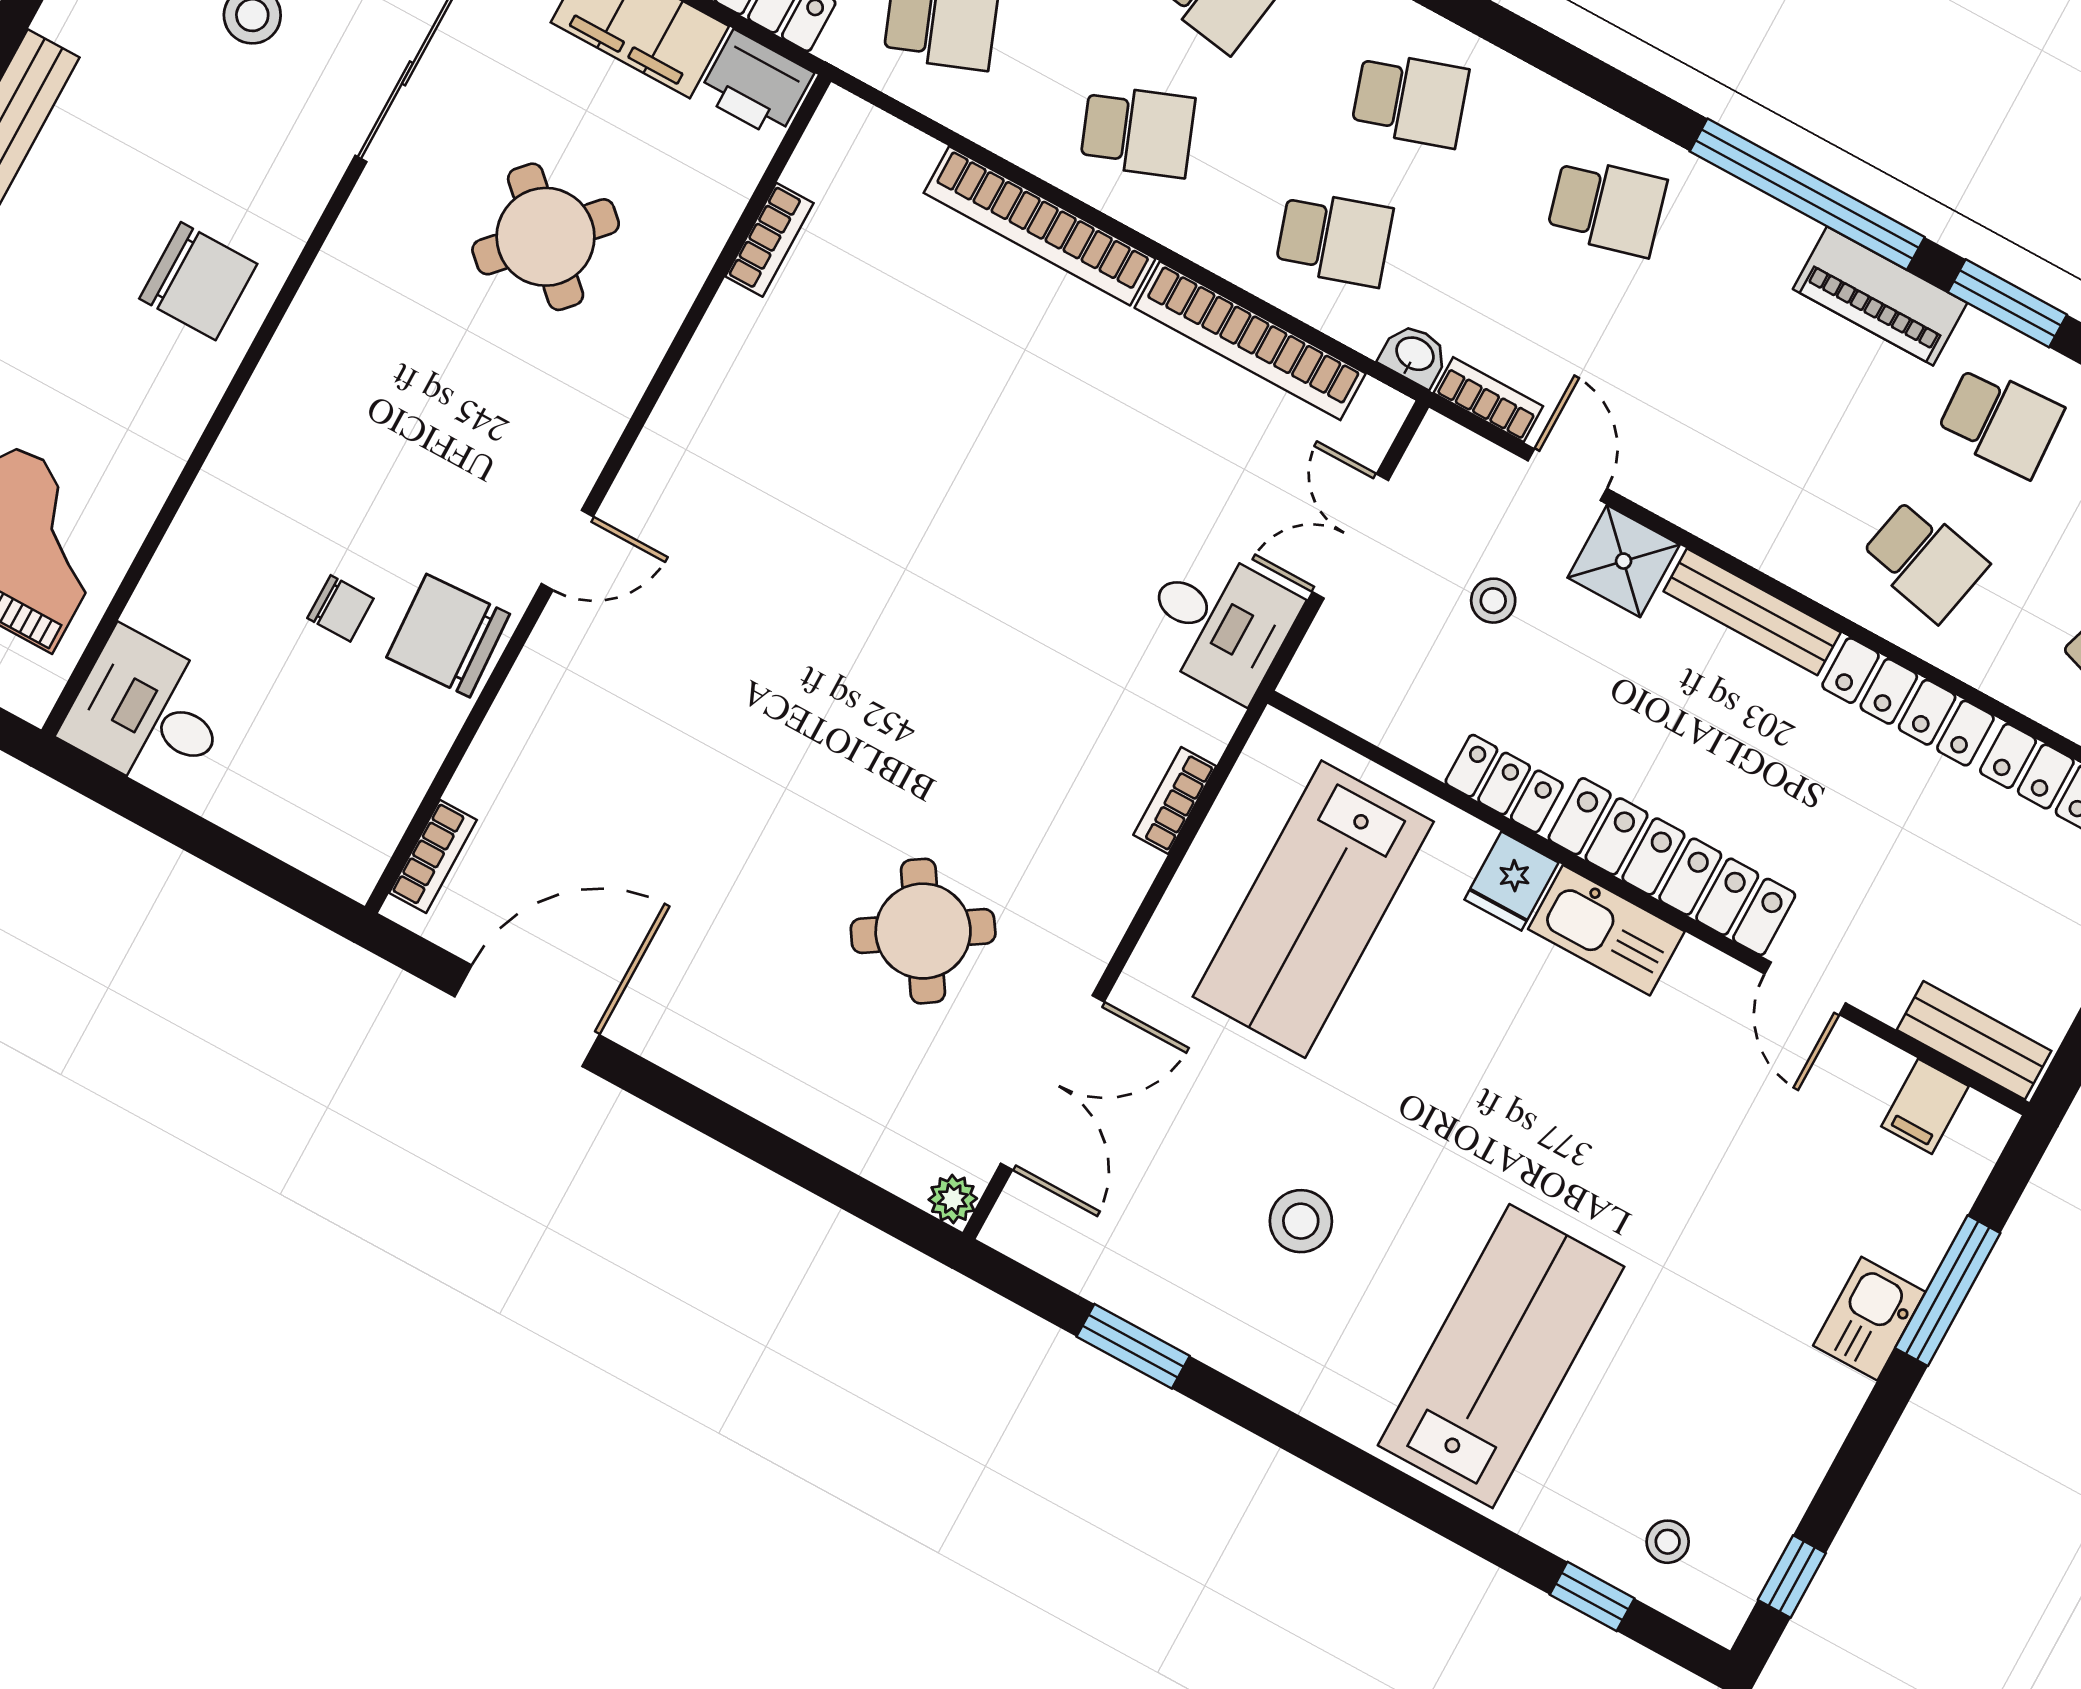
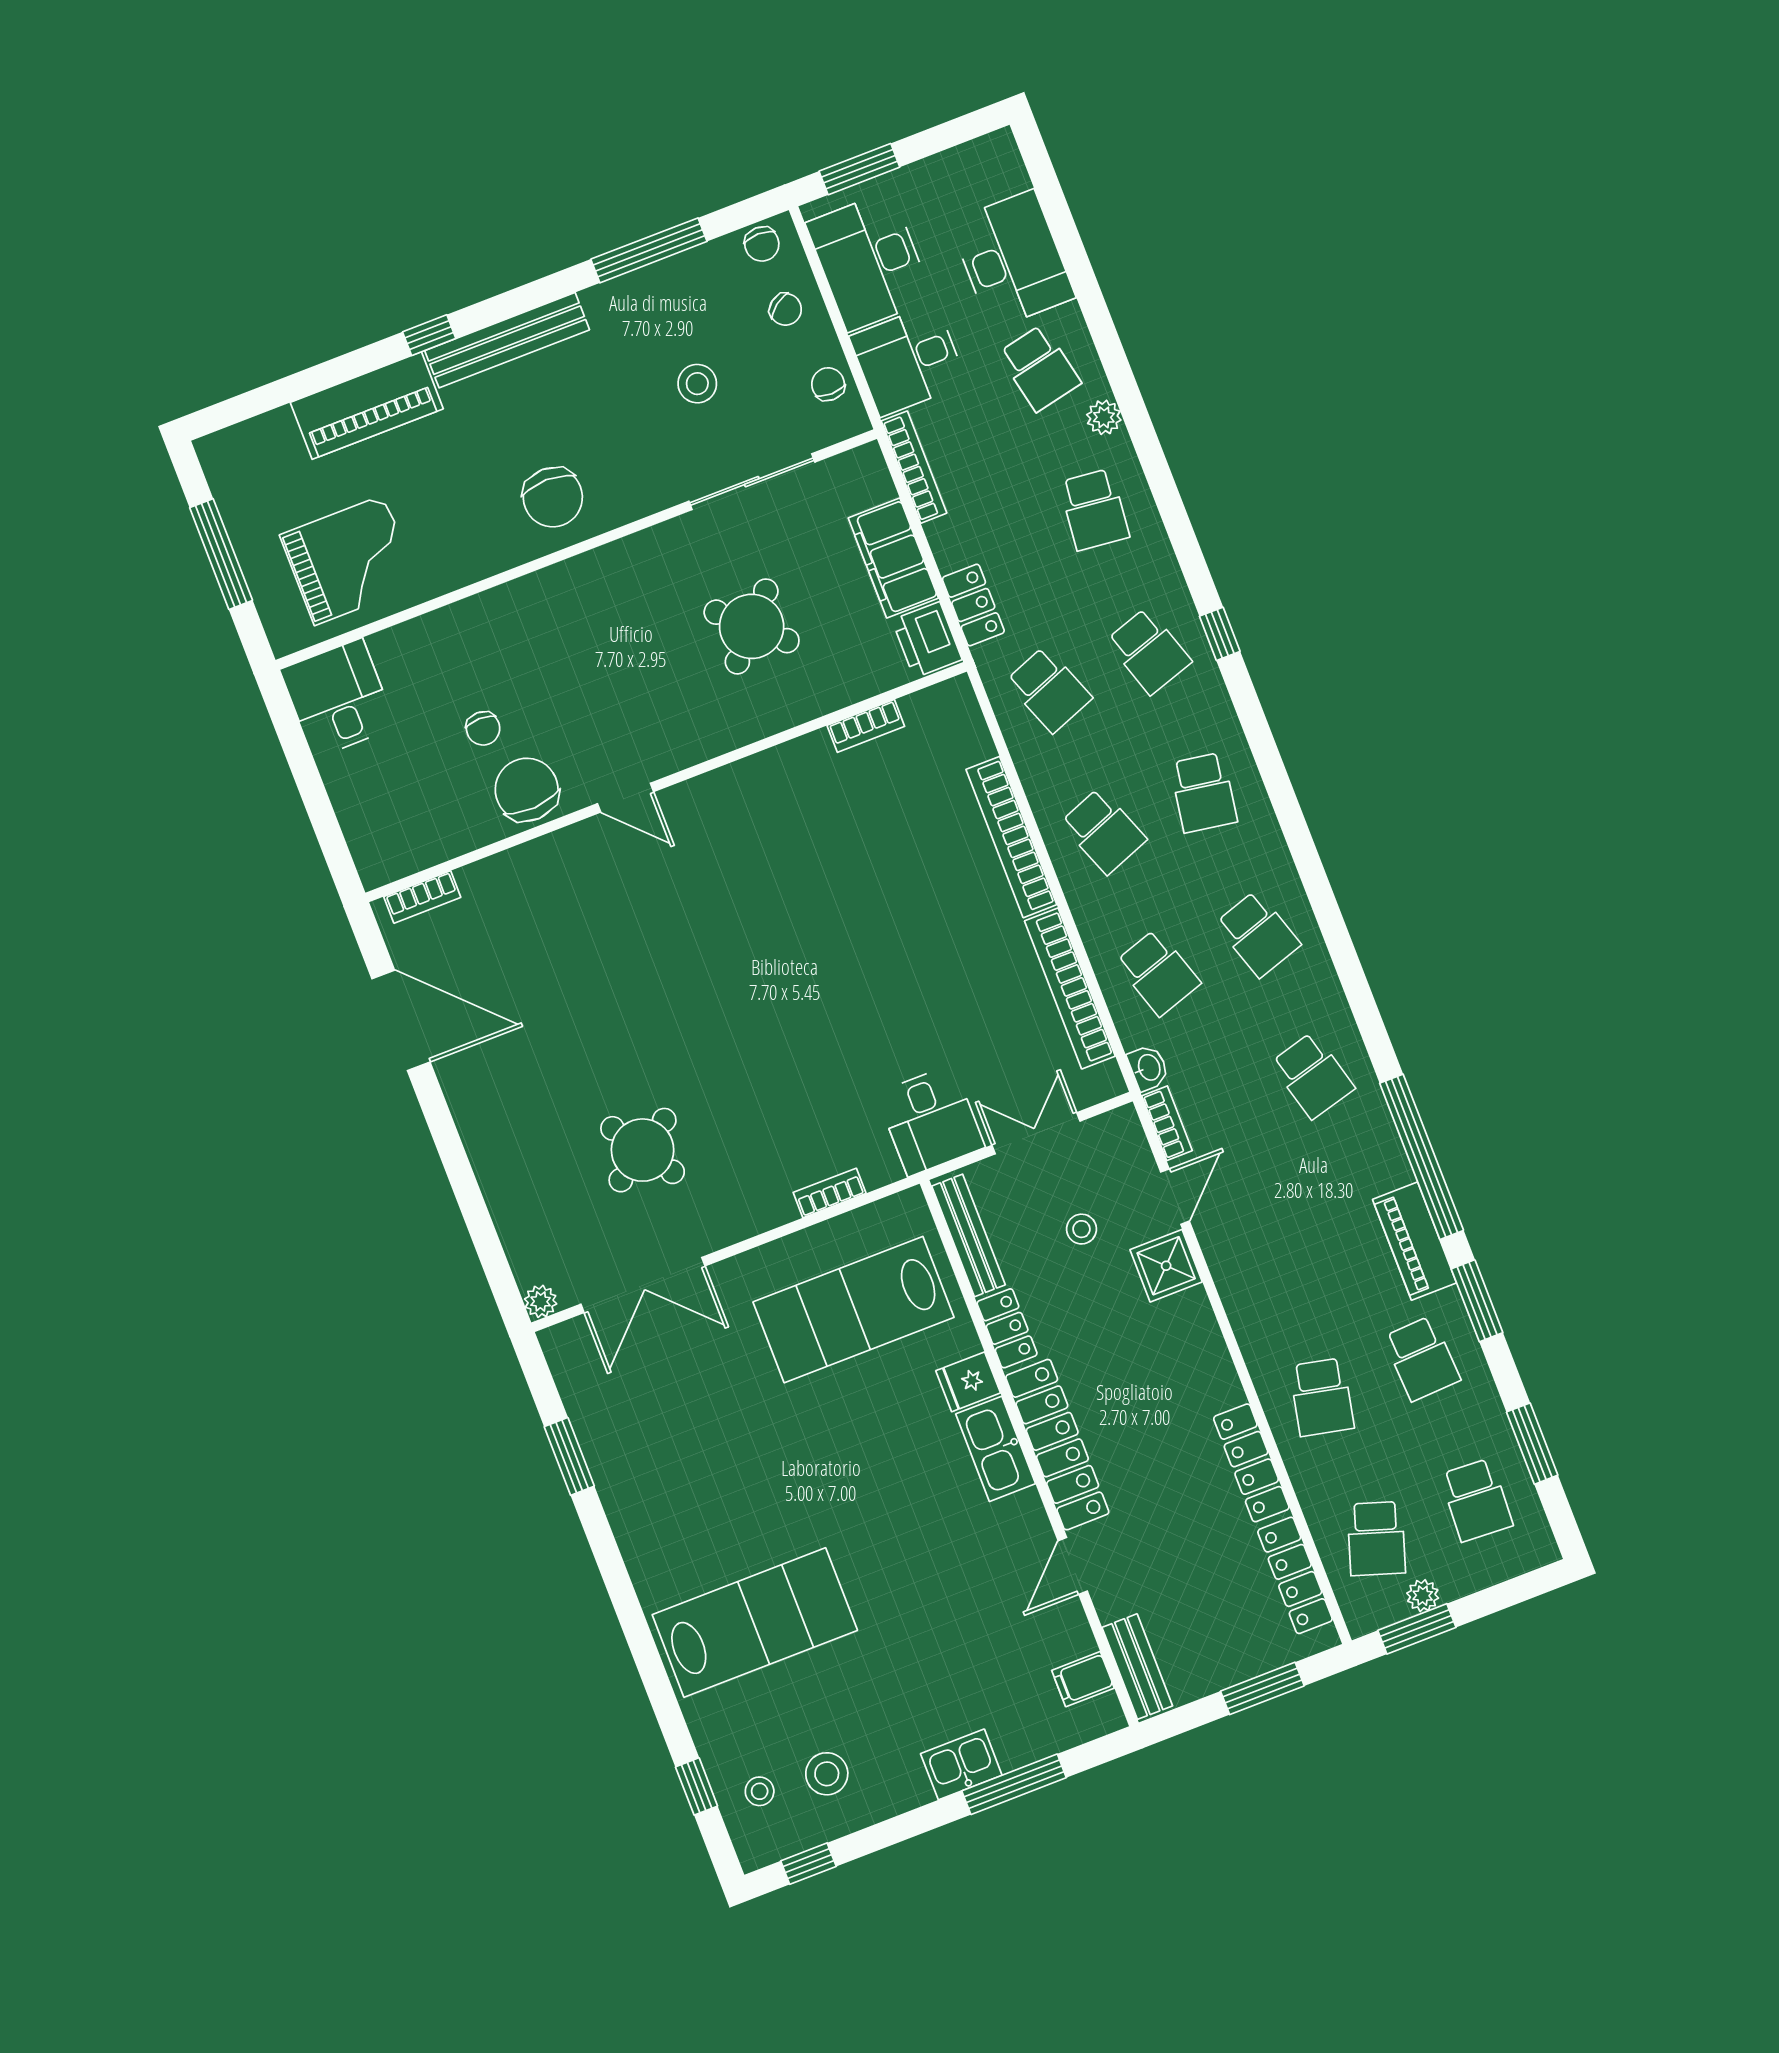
bench: (1752, 612) -> (968, 1235), moved
stool: (1301, 1221) -> (827, 1774), moved

